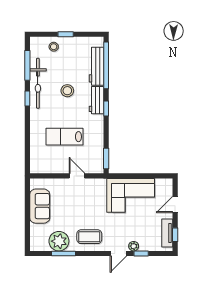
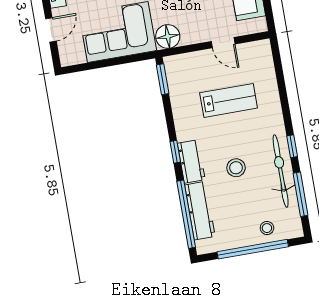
window: (66, 34) -> (253, 249), width x3.17
door: (77, 176) -> (223, 43), moved
floor lamp: (98, 186) -> (168, 36), added

